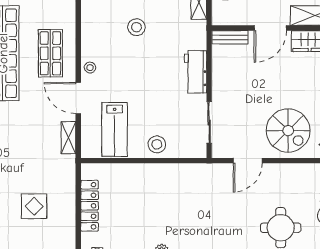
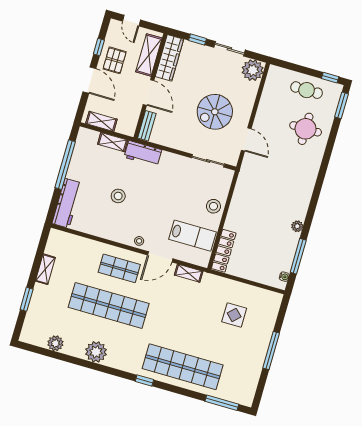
workbench: (196, 72) -> (143, 154), moved
spiral stairs: (288, 131) -> (215, 112), moved, turned 180
locker: (90, 206) -> (224, 251), moved, turned 90

